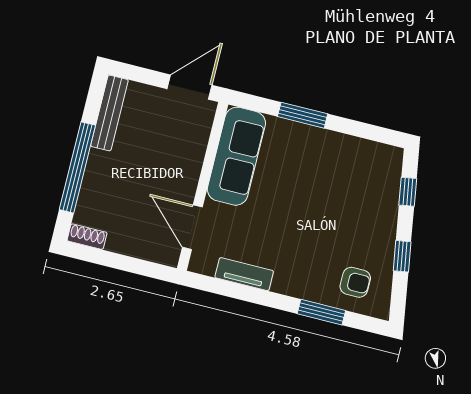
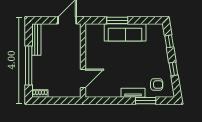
sofa: (236, 156) -> (125, 32), moved, turned 90
door: (192, 227) -> (83, 78), swing flipped
tv unit: (244, 274) -> (133, 93), moved

